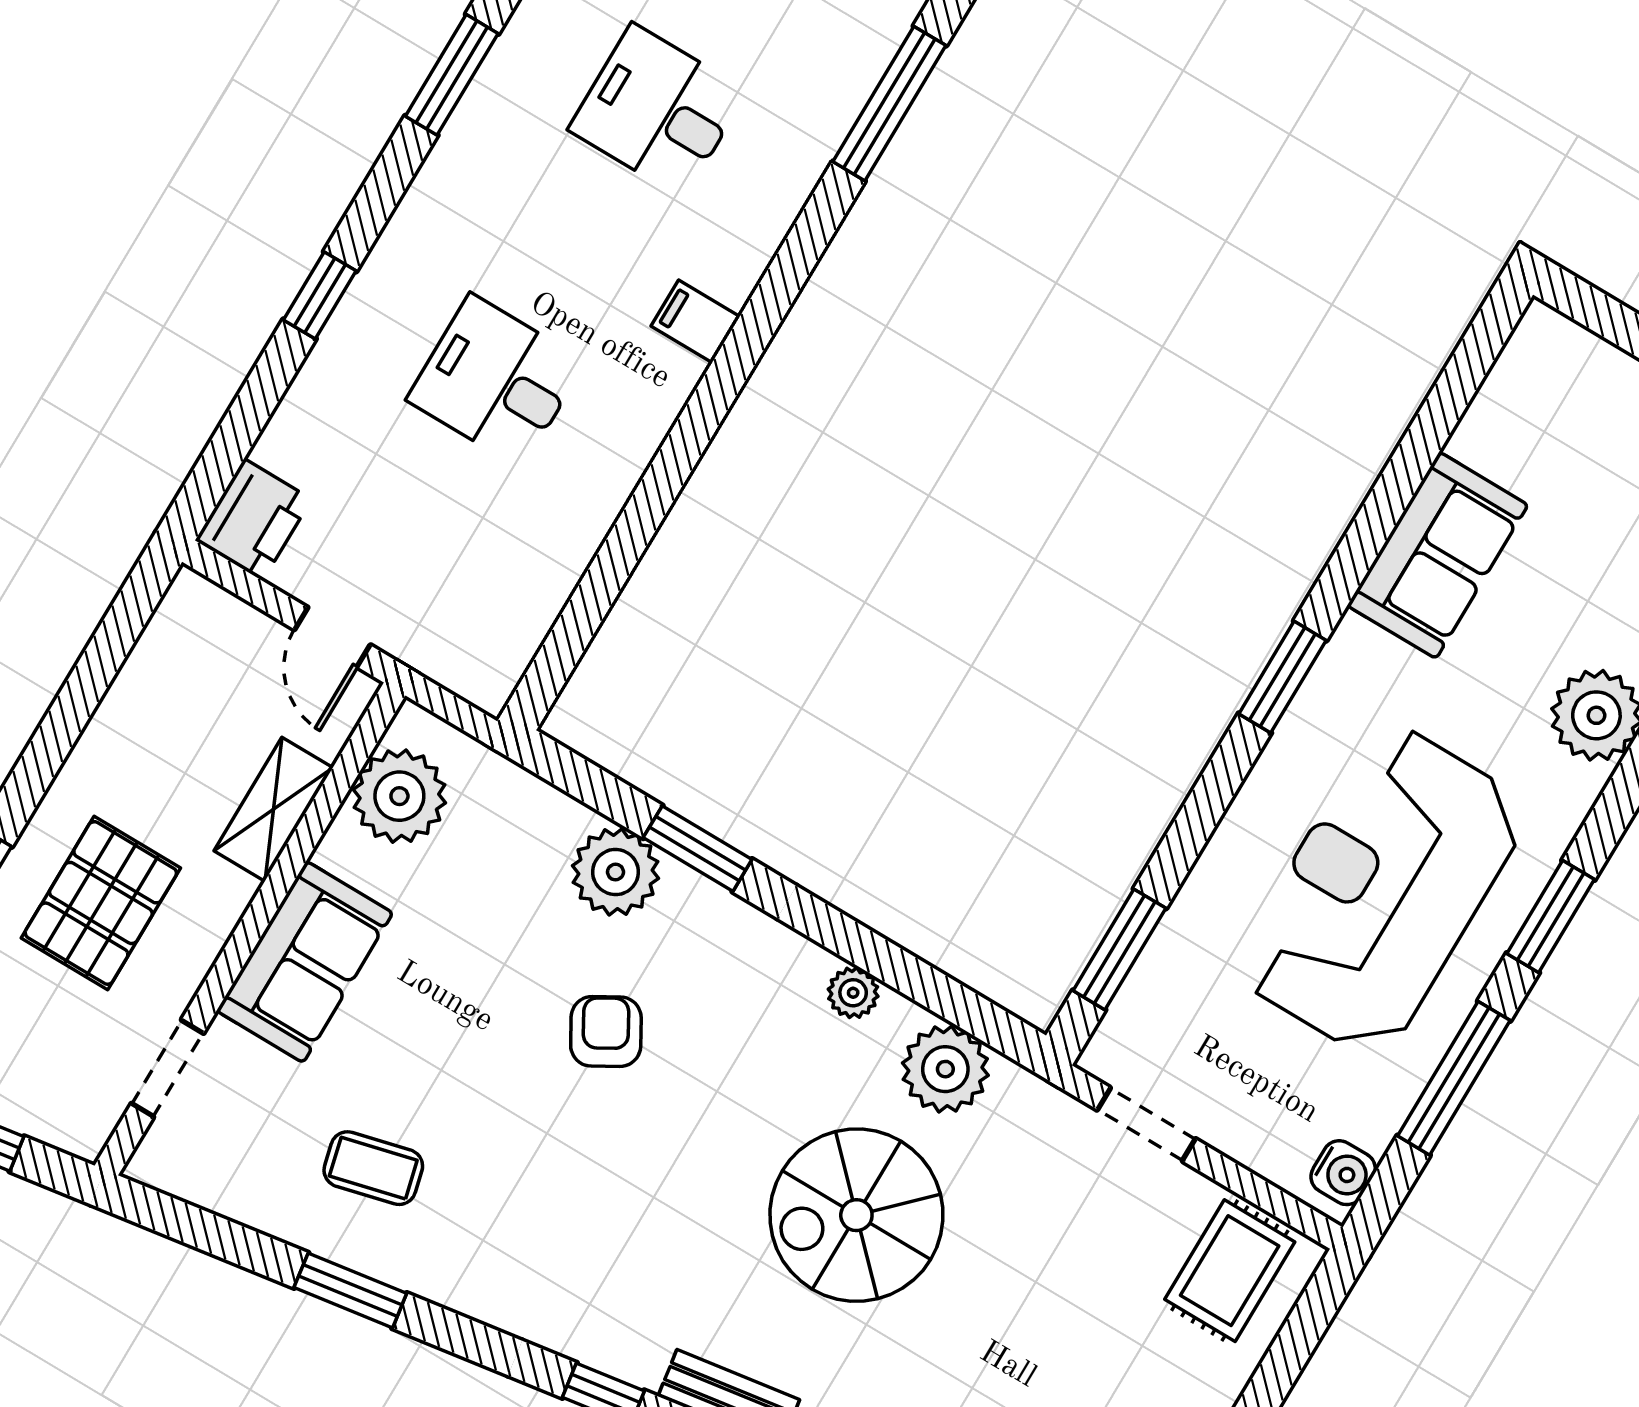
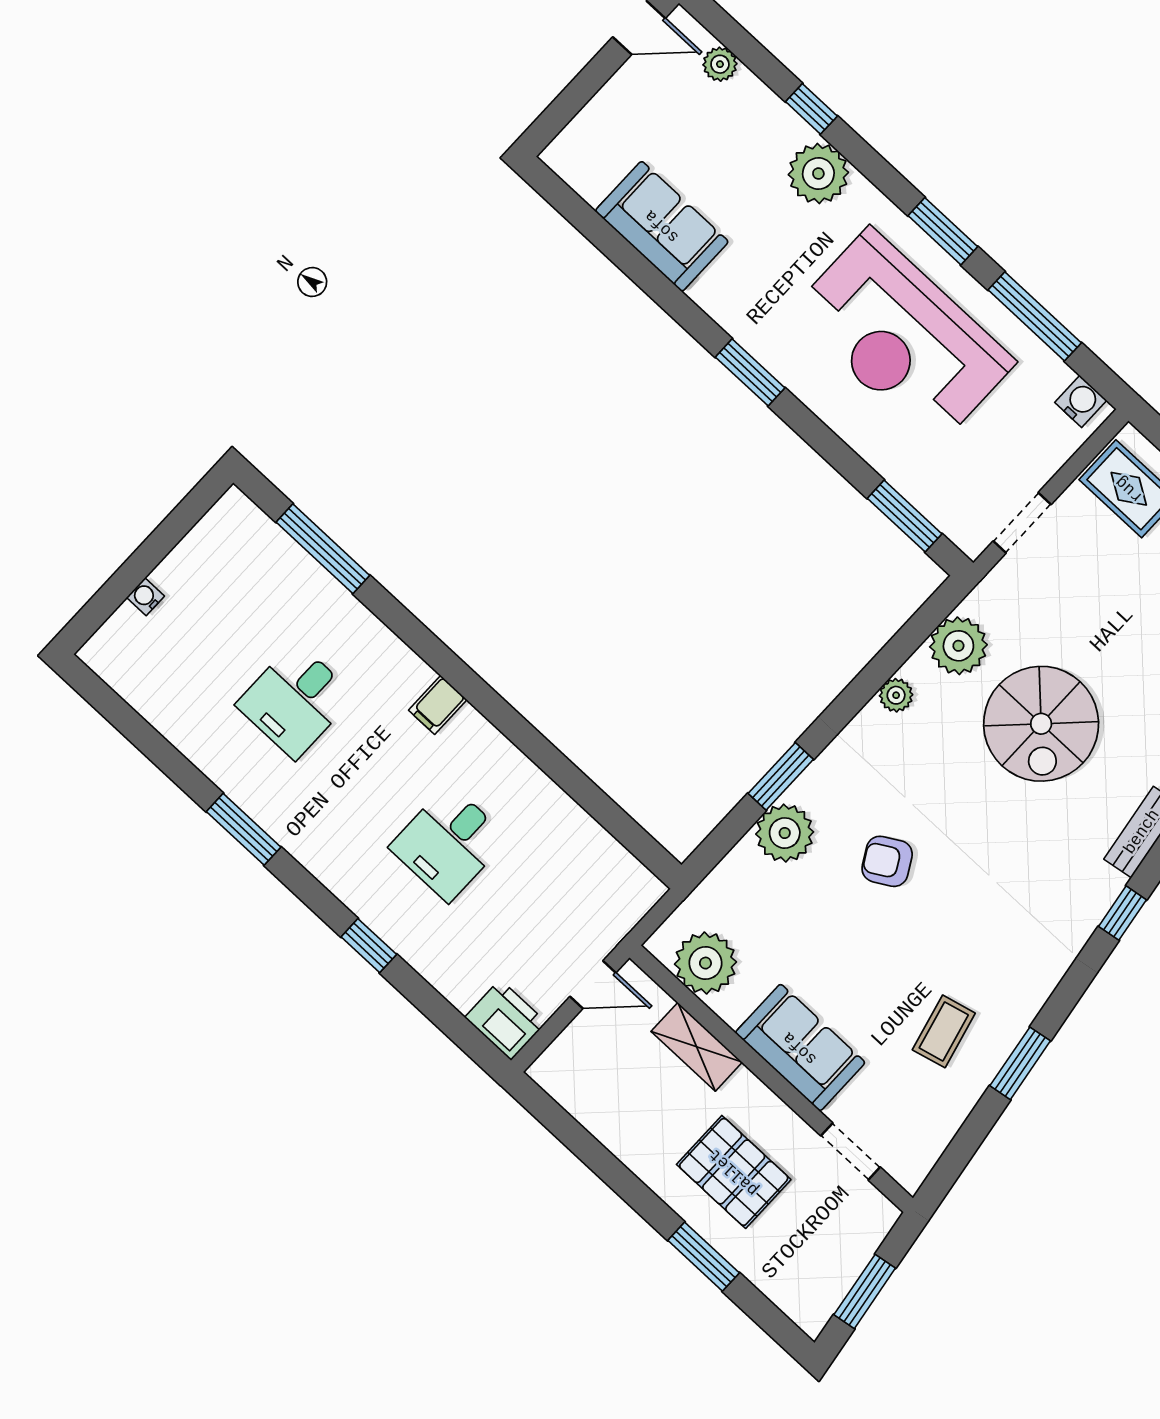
sofa: (1438, 555) -> (662, 226), moved

